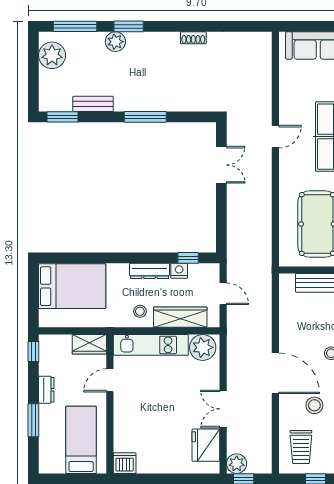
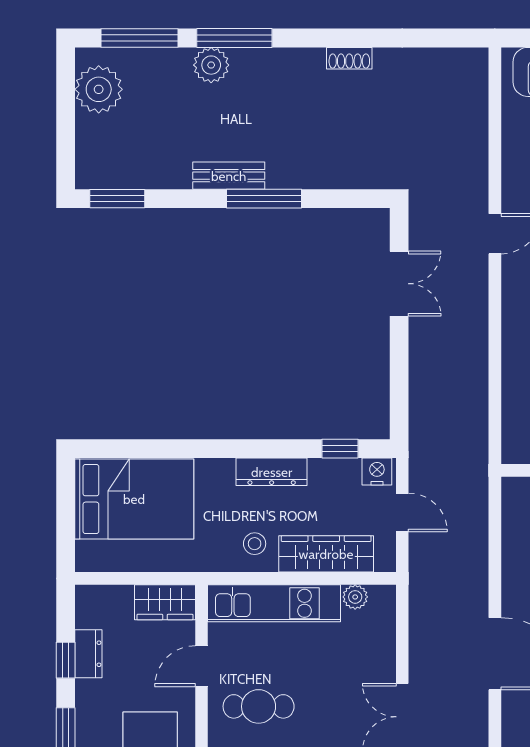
window: (129, 26) -> (234, 38), width x1.44
bench: (93, 104) -> (229, 176), moved
nightstand: (179, 271) -> (377, 472), moved
plant: (203, 347) -> (355, 597), width x0.53, depth x0.53
window: (33, 352) -> (66, 660), moved
dresser: (46, 390) -> (88, 654), moved
cafe table: (142, 403) -> (259, 706), added

